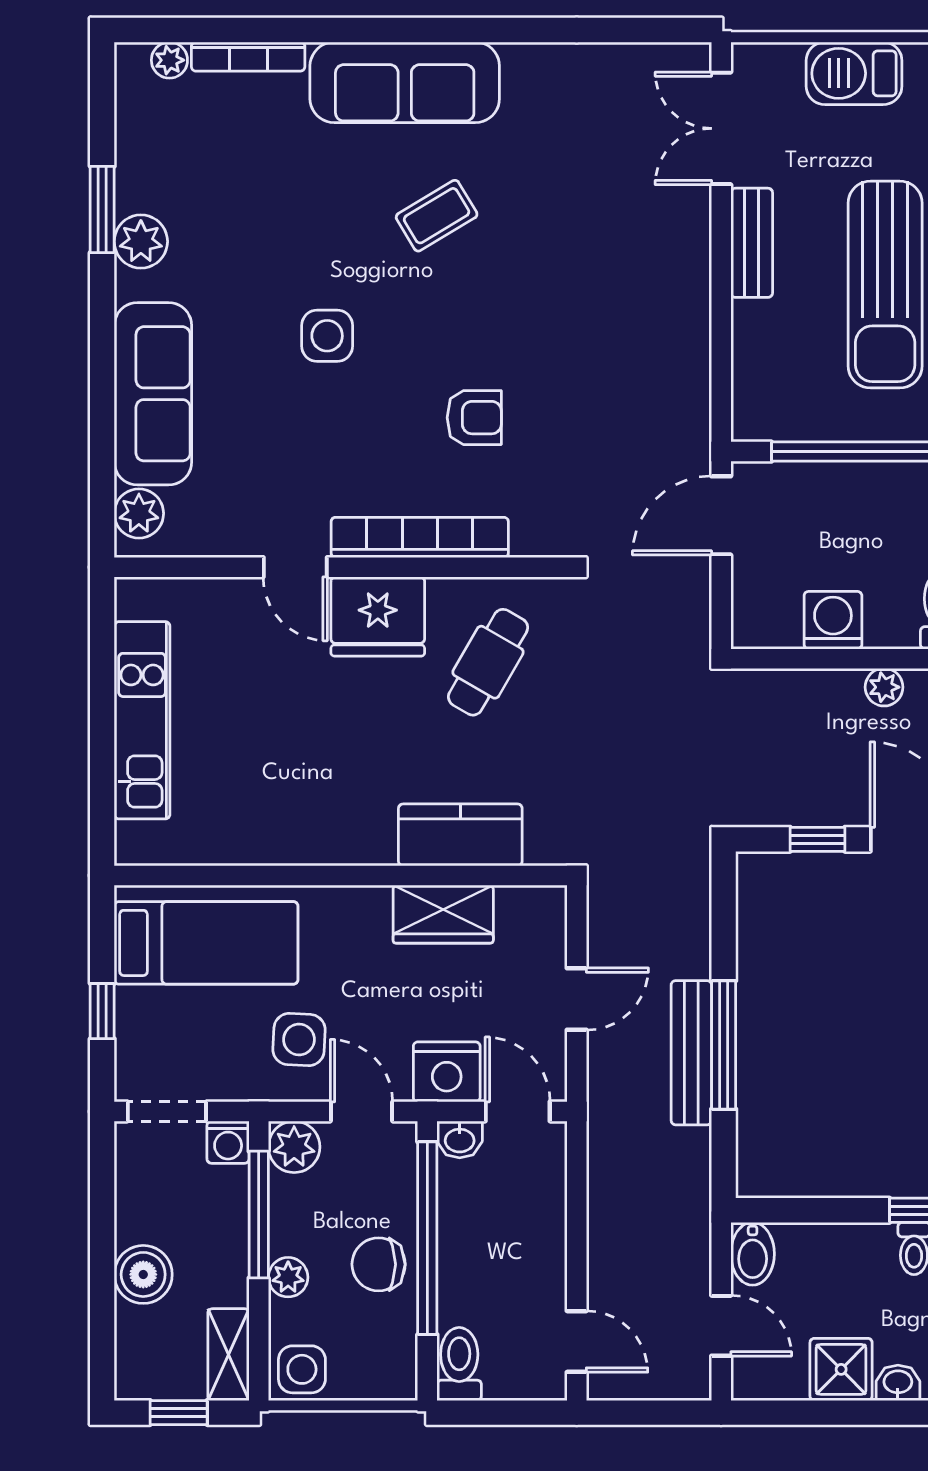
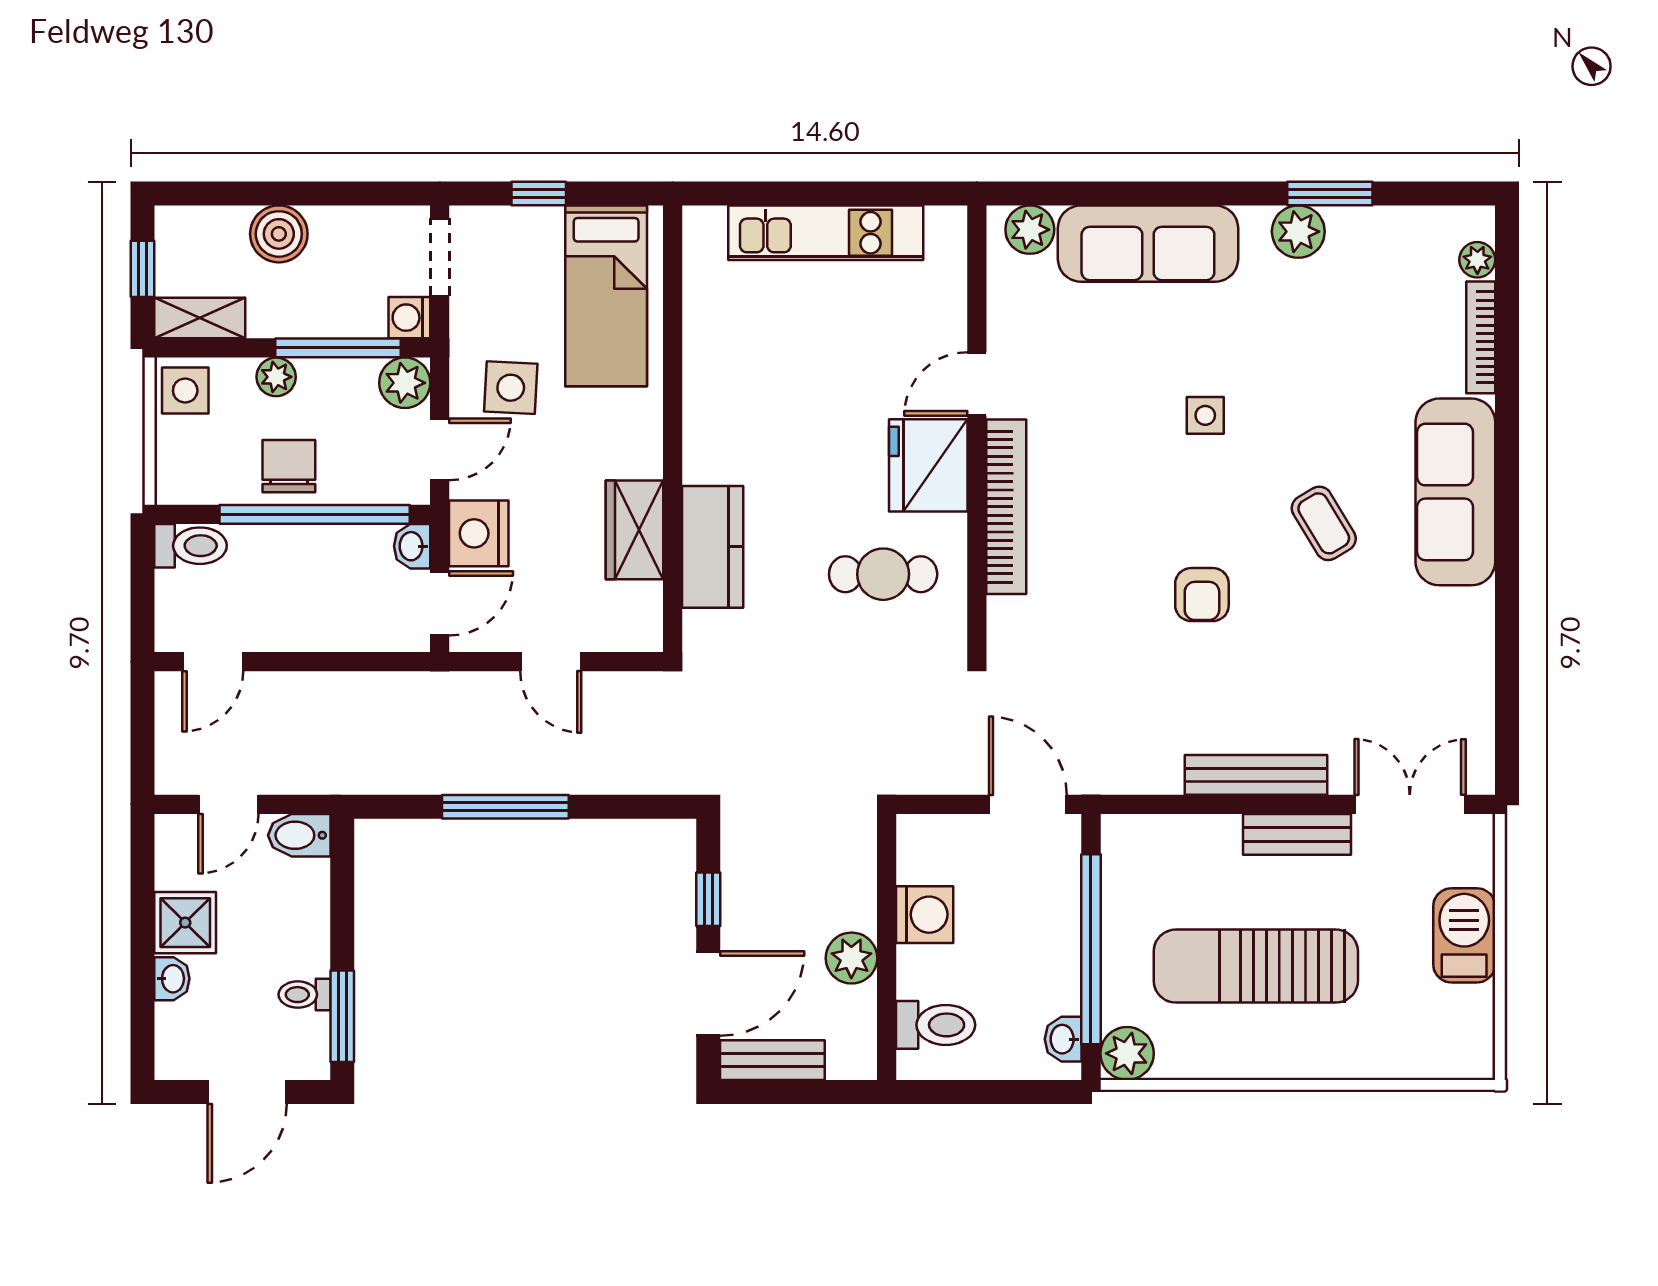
side table: (327, 336) -> (1205, 415), width x0.73, depth x0.73
armchair: (474, 418) -> (1202, 595), moved
cafe table: (488, 662) -> (883, 574), turned -30
plant: (884, 687) -> (851, 958), width x1.38, depth x1.38
bench: (691, 1053) -> (1256, 775), moved

